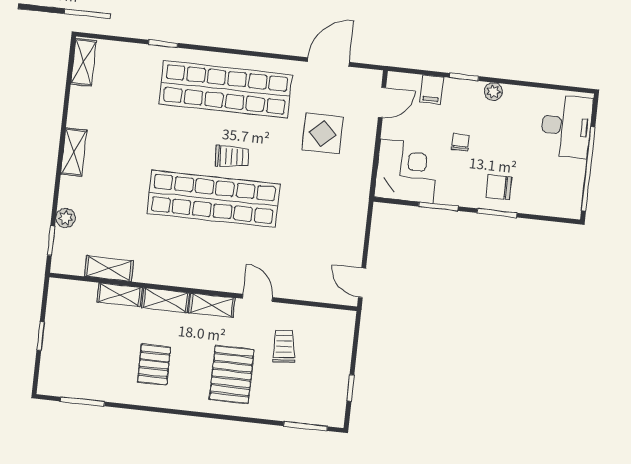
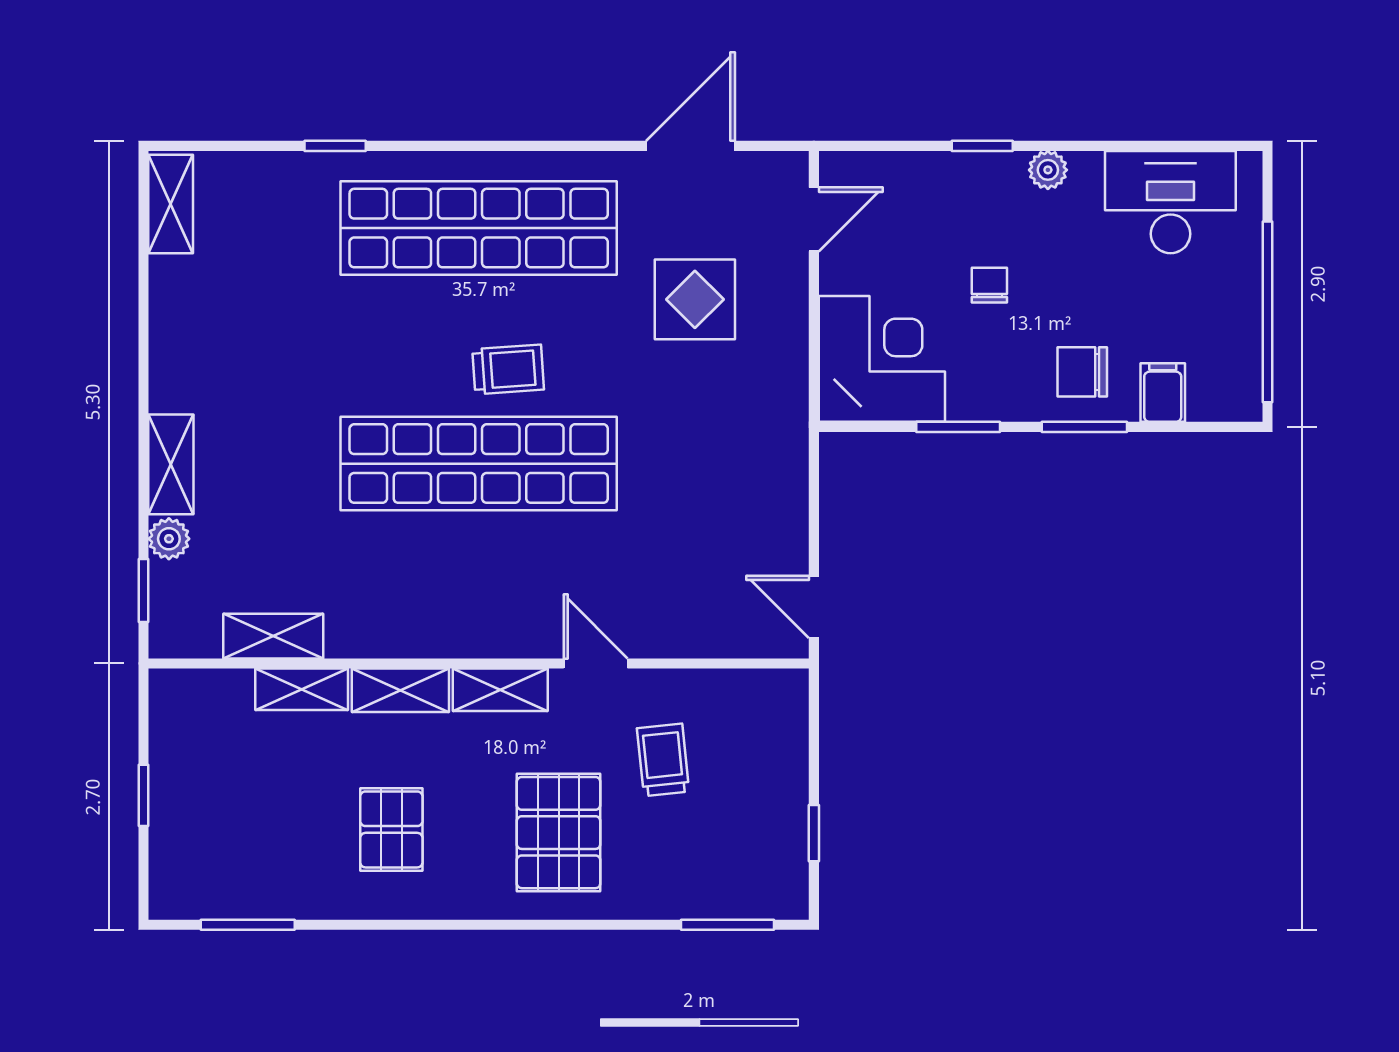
filing cabinet: (431, 89) -> (1163, 393), moved, turned 180
desk: (566, 126) -> (1170, 202), moved, turned -90
shelving: (74, 152) -> (171, 464), moved

